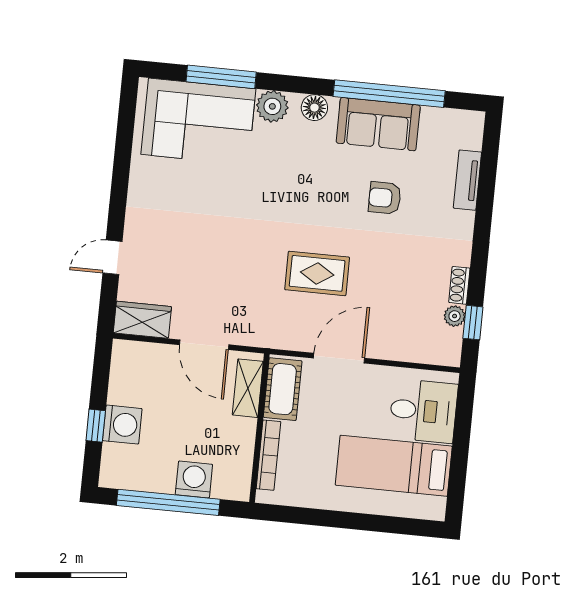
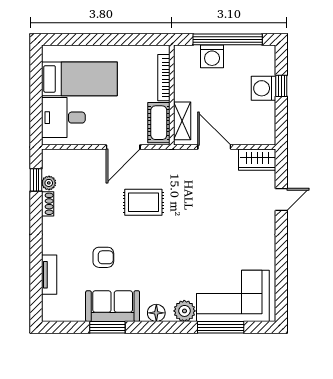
window: (389, 94) -> (107, 327), width x0.47

